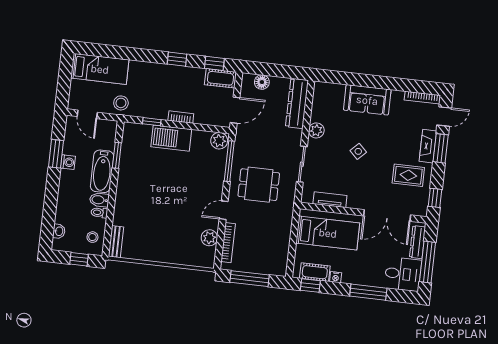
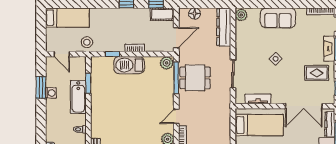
plant: (316, 130) -> (241, 15), moved
dining table: (259, 185) -> (195, 78), moved
bidet: (99, 200) -> (79, 119), removed

